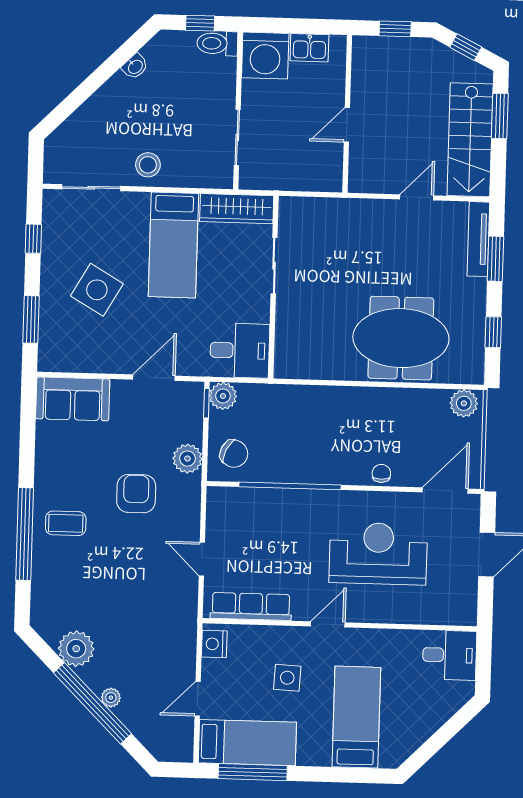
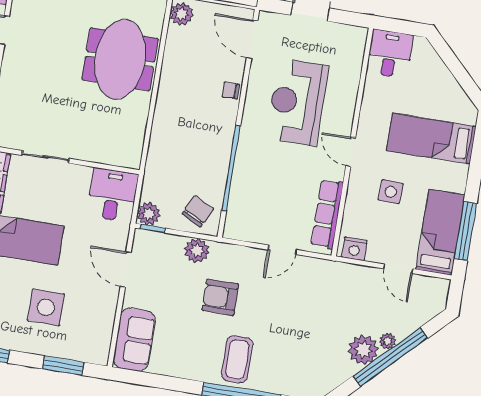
side table: (97, 290) -> (46, 307), turned -30
coffee table: (66, 523) -> (237, 359), width x1.36, depth x1.30
plant: (76, 649) -> (363, 350), moved

